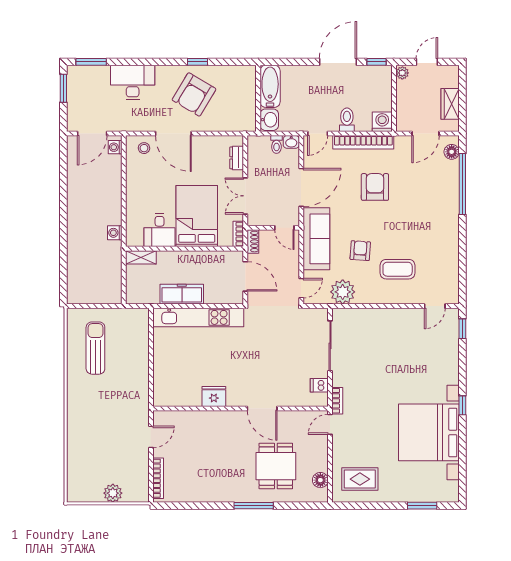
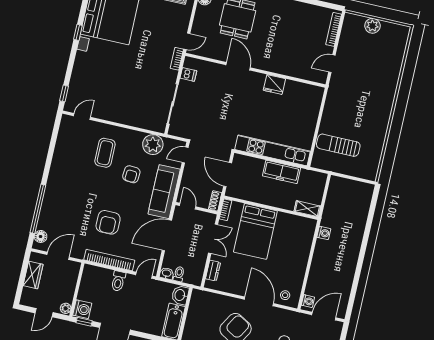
washing machine: (382, 122) -> (82, 309), moved, turned -90
desk: (160, 230) -> (288, 227), removed
coffee table: (398, 269) -> (105, 153), turned 90
sun lounger: (95, 348) -> (338, 145), moved, turned 90

